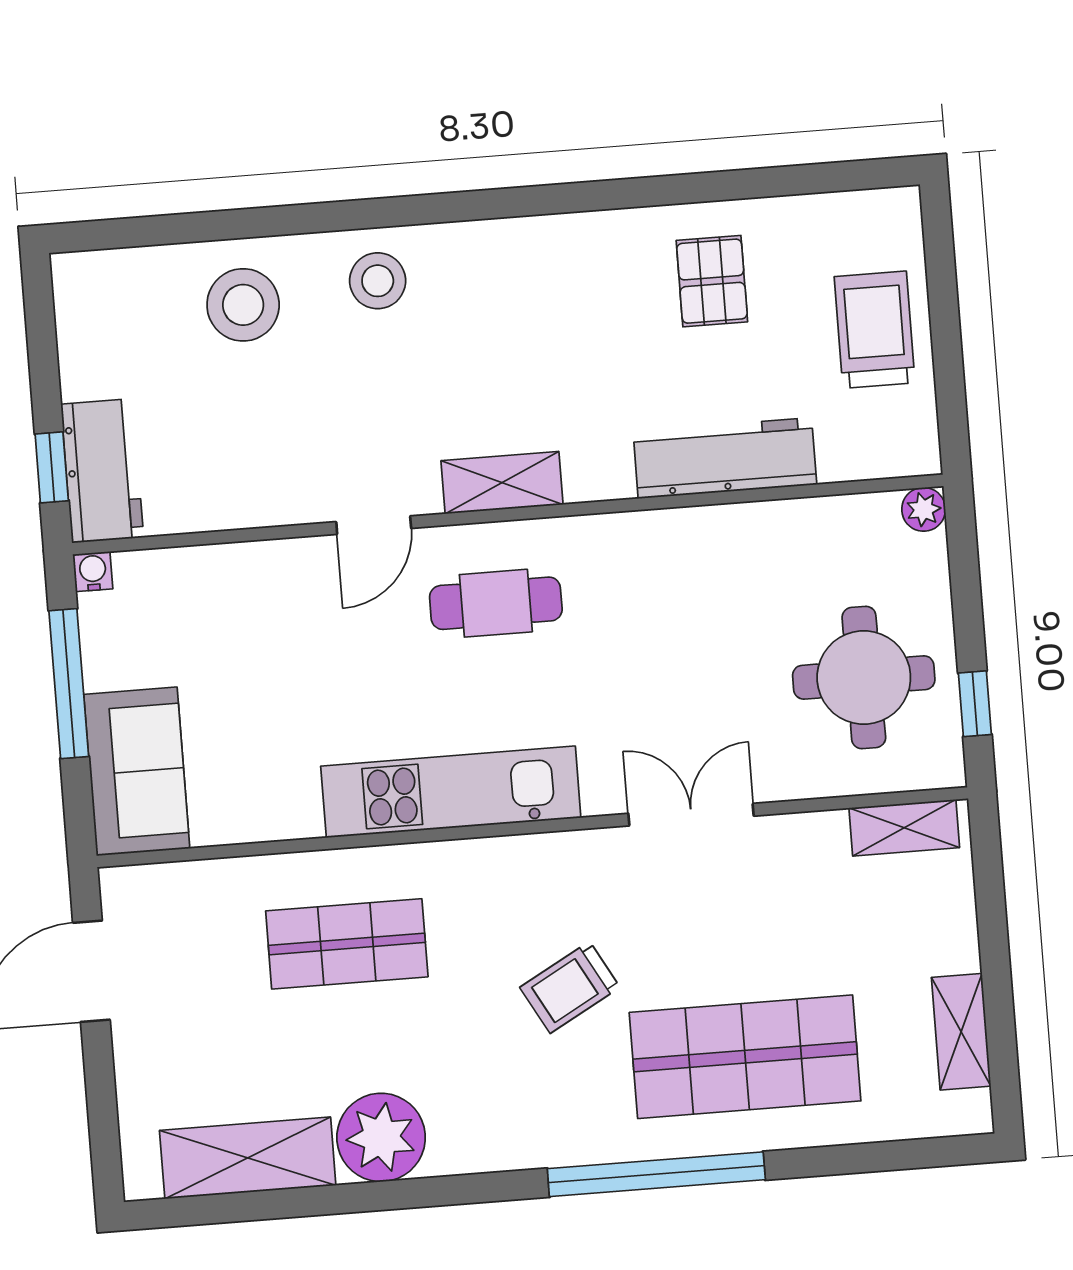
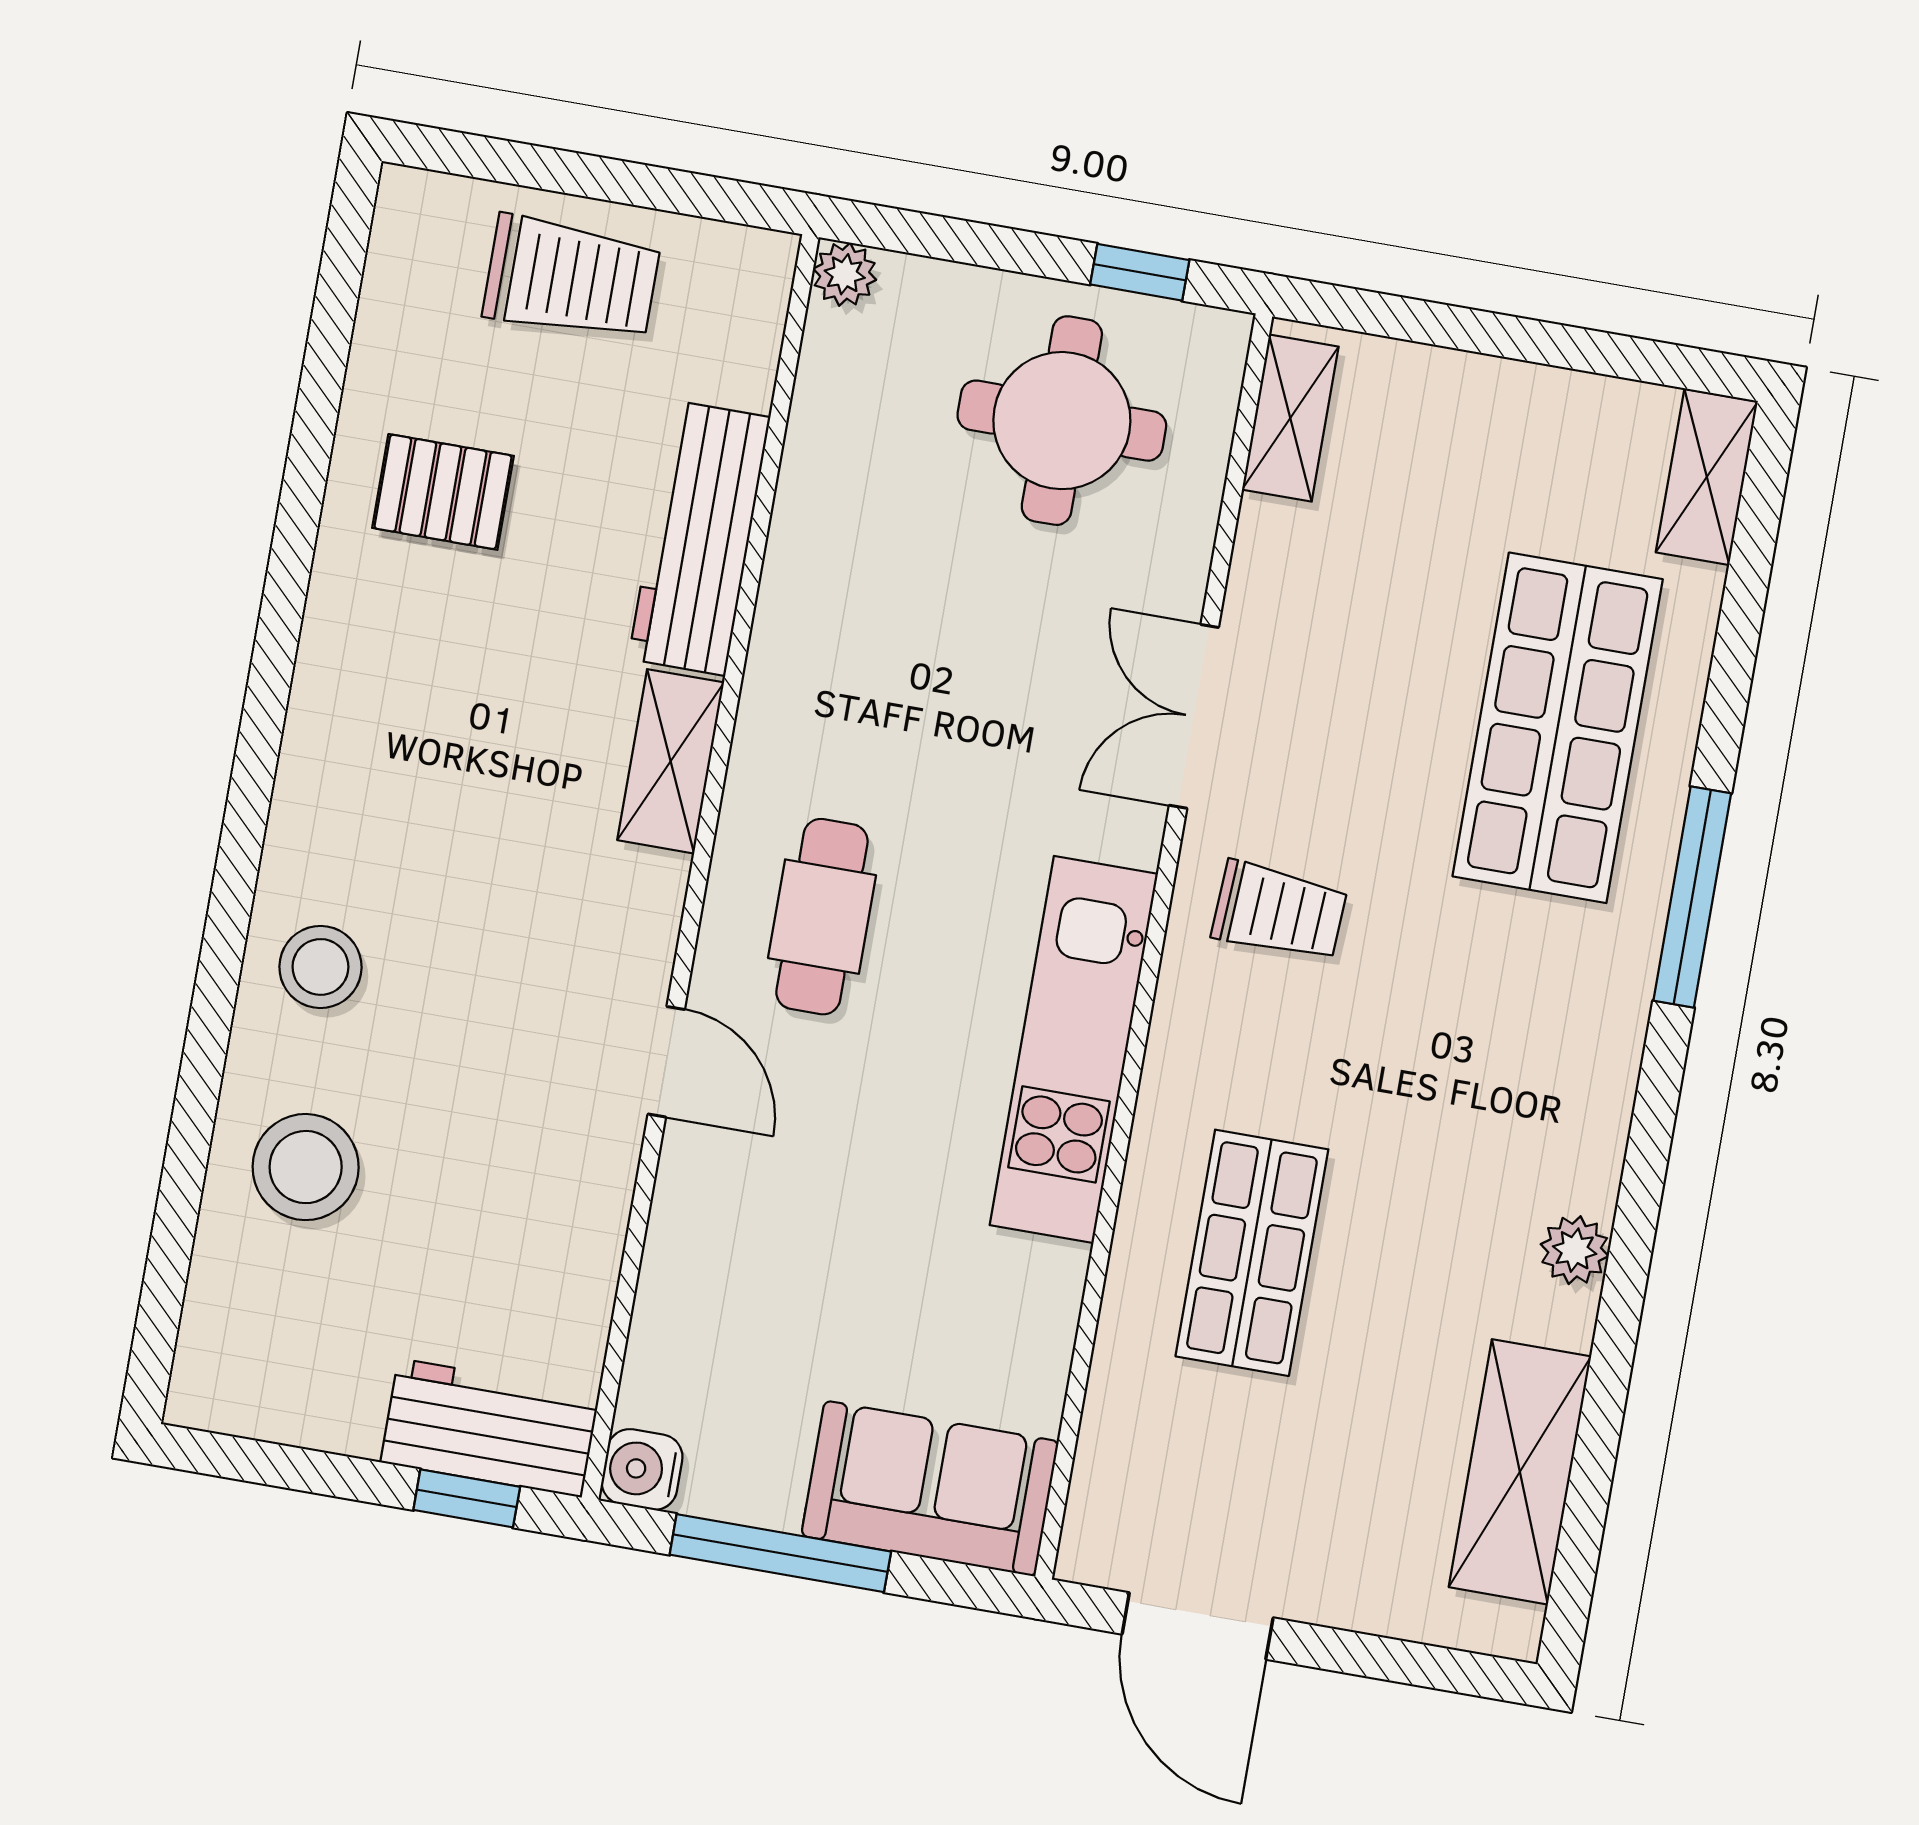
trolley: (875, 330) -> (571, 278), turned 180
shelving: (502, 483) -> (671, 761), moved
water cooler: (93, 572) -> (642, 1470), width x1.38, depth x1.38
trolley: (570, 987) -> (1279, 911), moved, turned -58
shelving: (961, 1032) -> (1707, 477), moved, turned 90
plant: (381, 1137) -> (1575, 1250), width x0.53, depth x0.53
window: (656, 1174) -> (1692, 897), width x0.68

